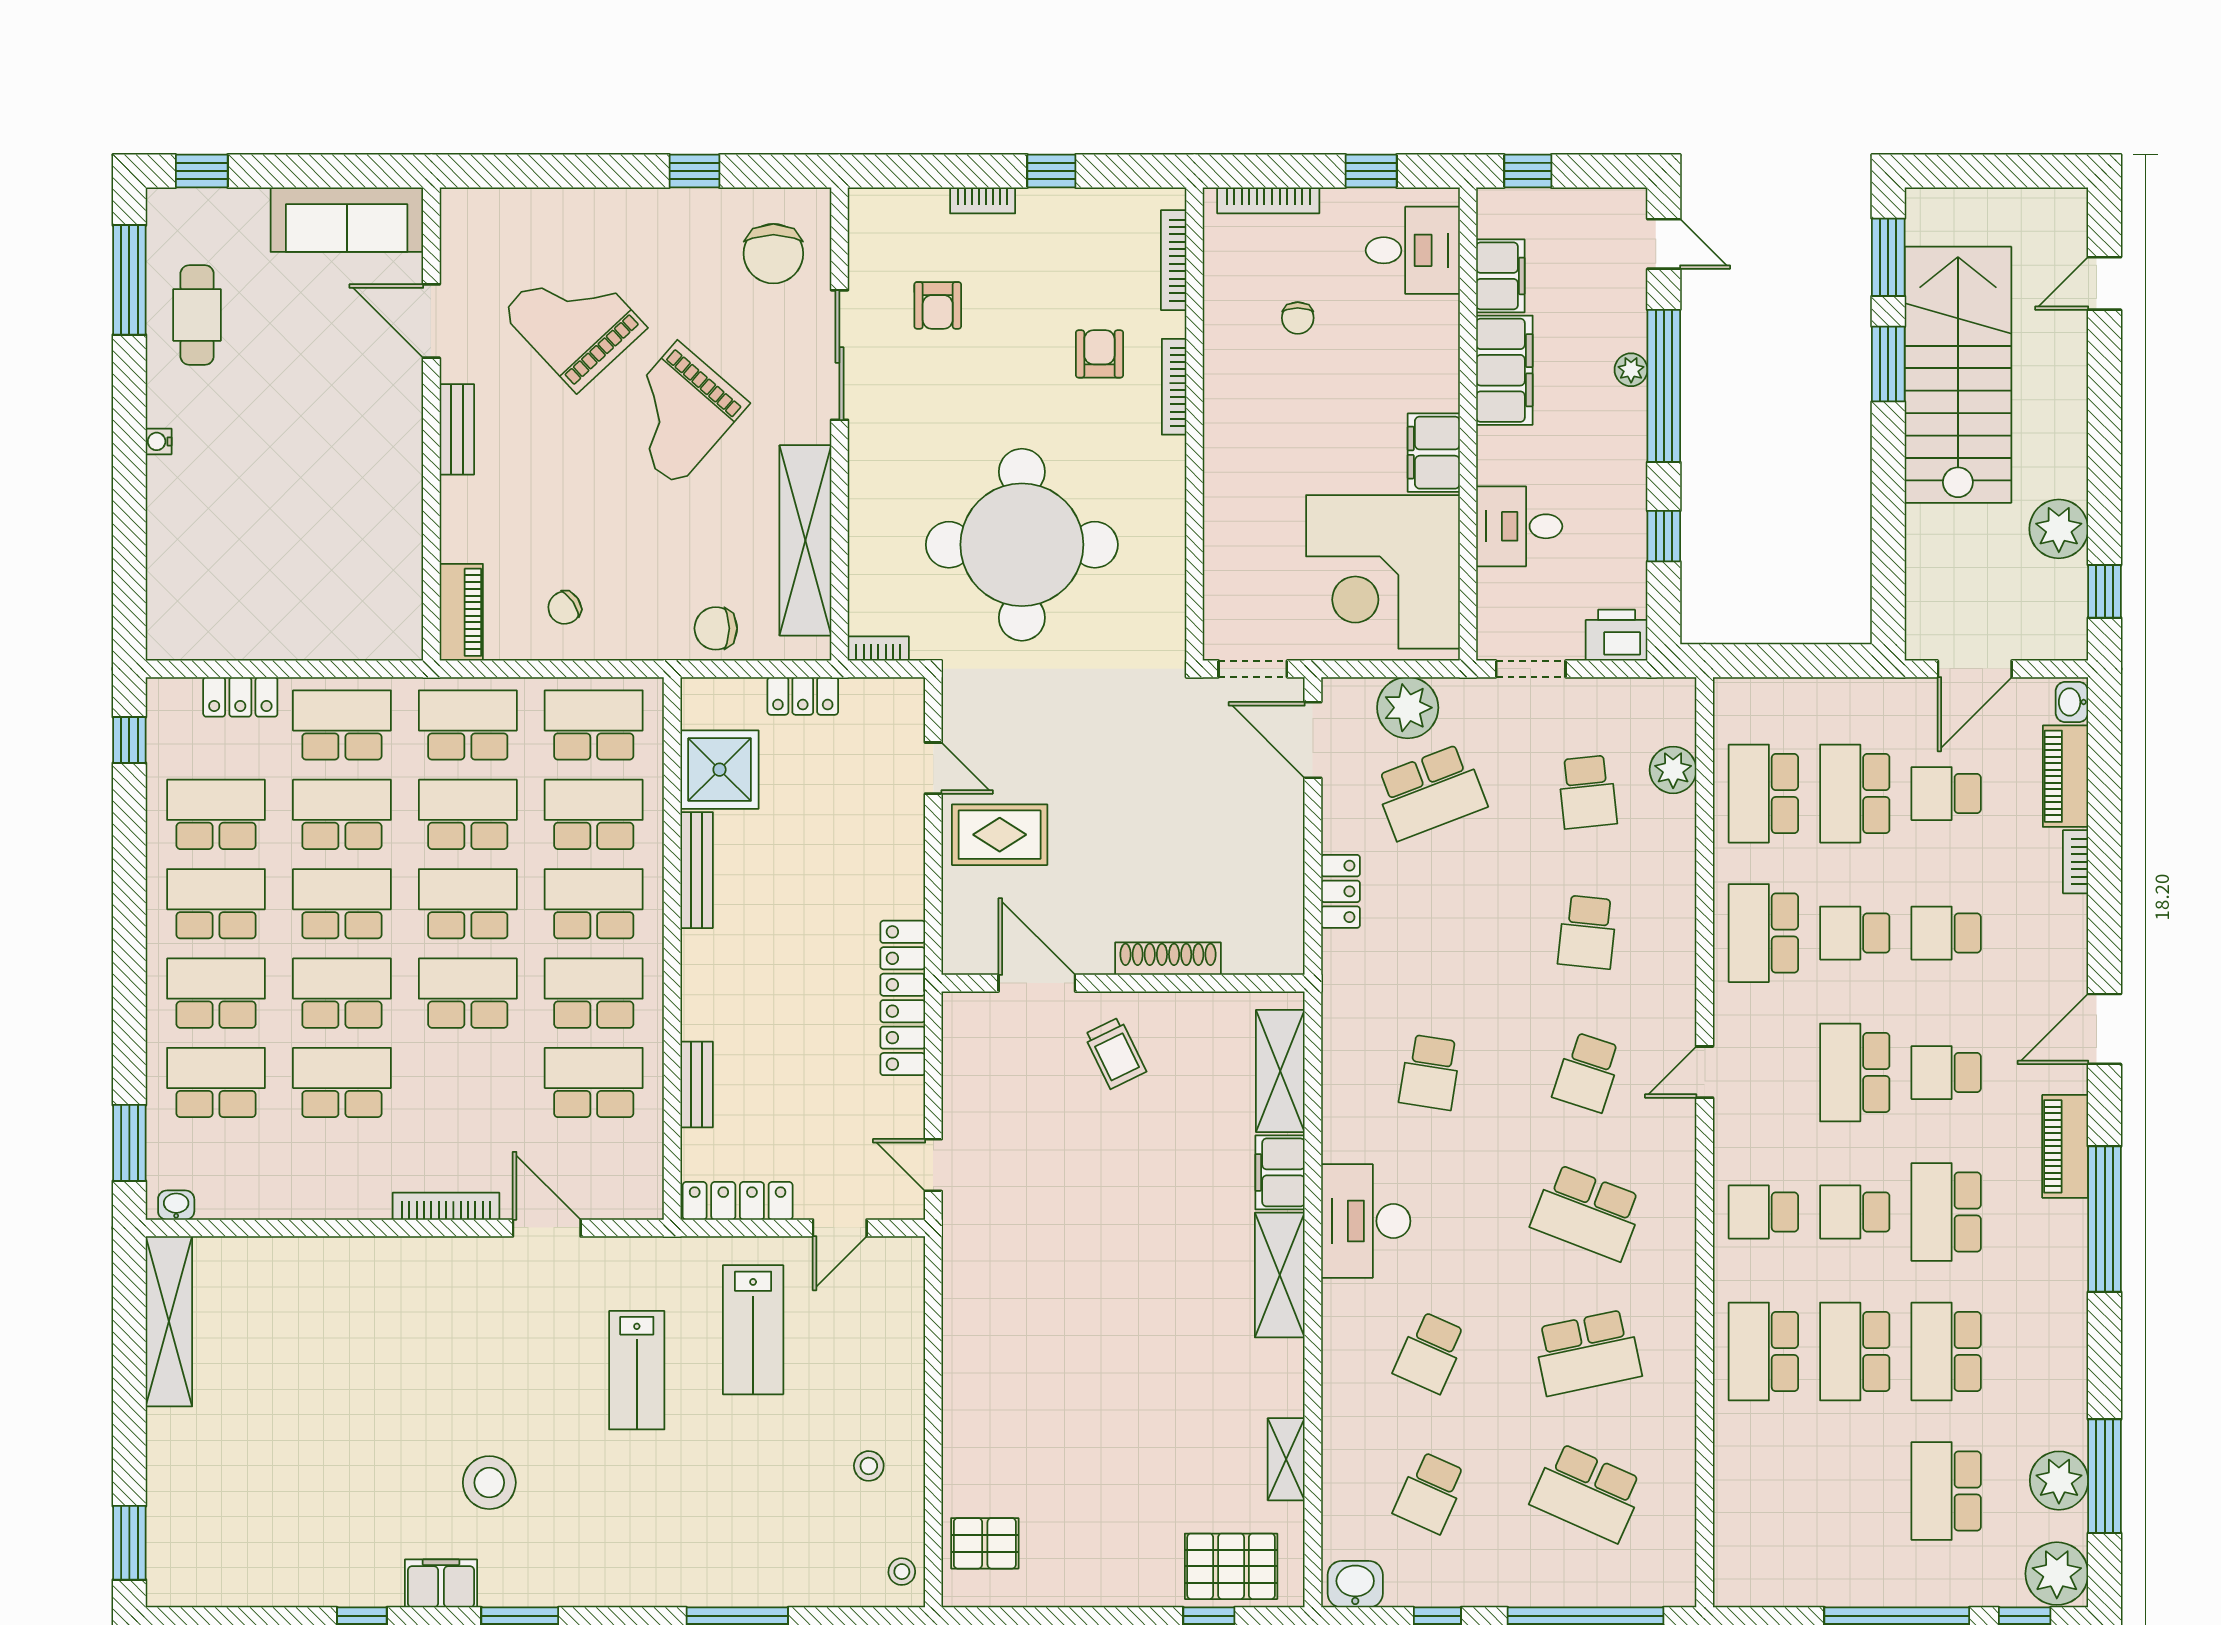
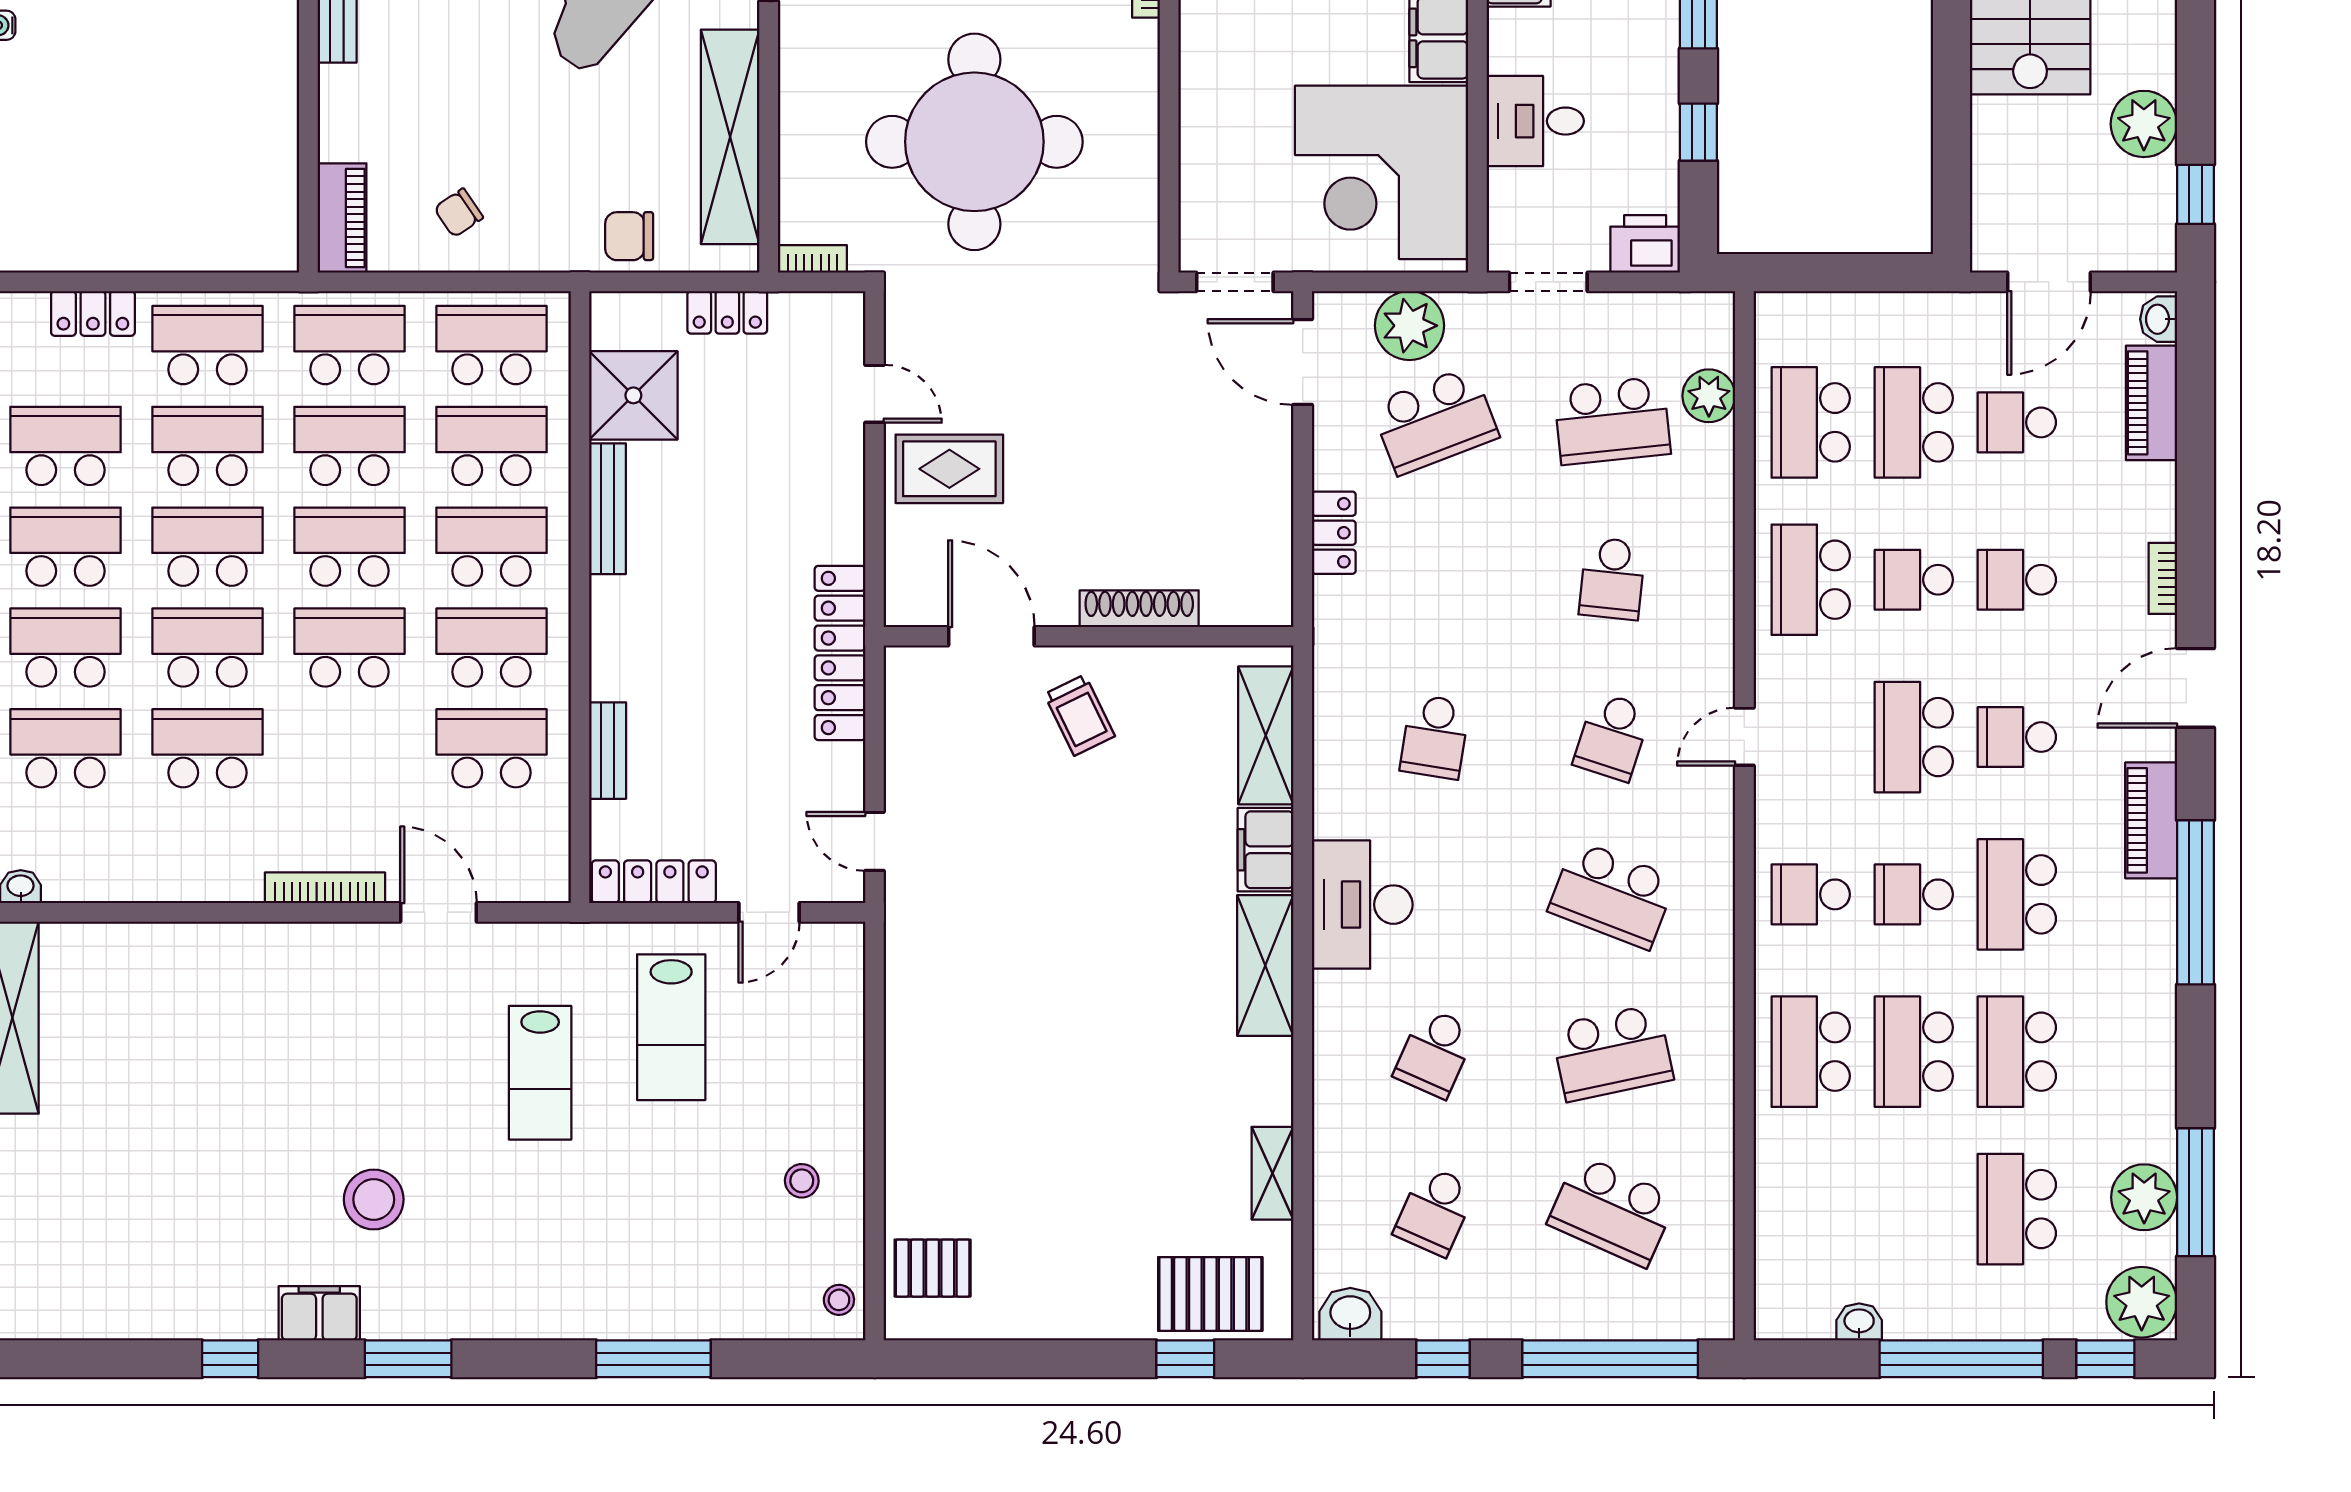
school desk: (1587, 792) -> (1612, 421), width x1.85
bookcase: (2076, 862) -> (2163, 578), moved
washbasin: (1806, 1591) -> (1859, 1322), added

